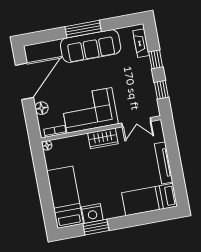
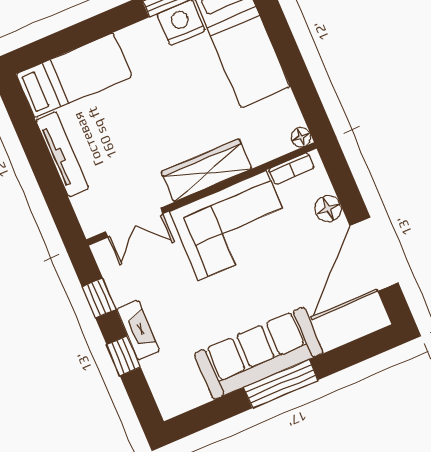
fireplace: (141, 43) -> (138, 330), moved
double door: (136, 122) -> (134, 223), swing flipped
wardrobe: (103, 138) -> (206, 170), width x1.50

